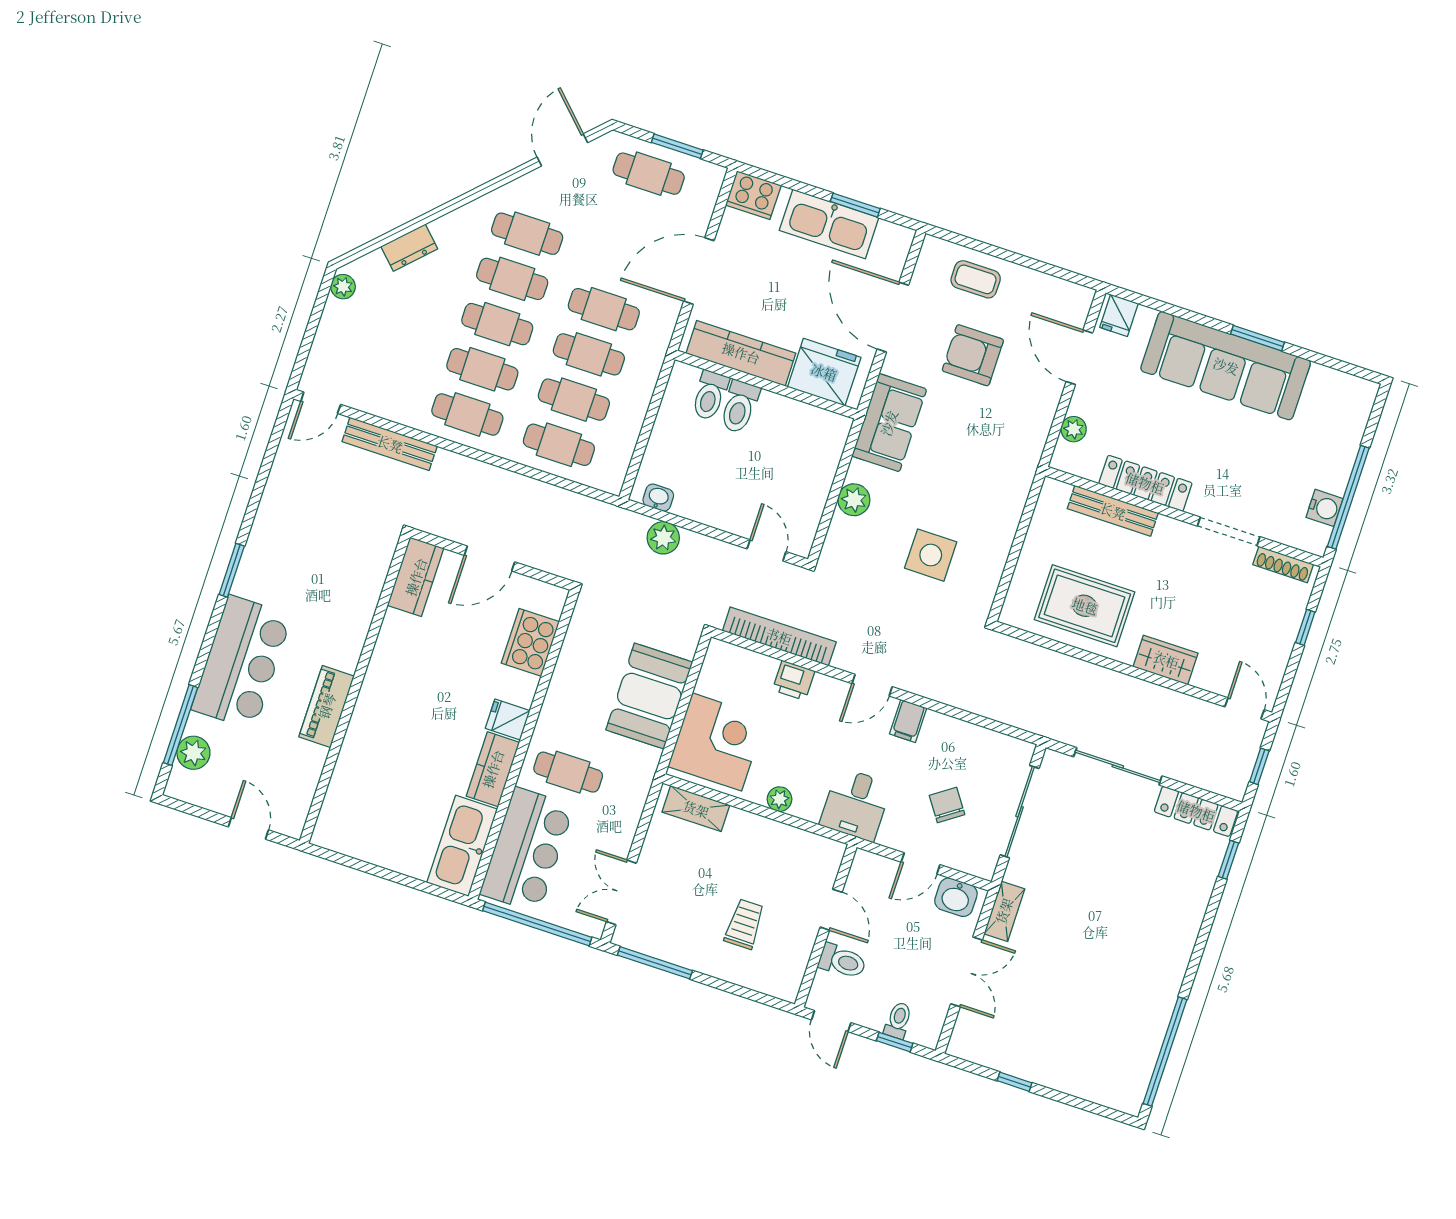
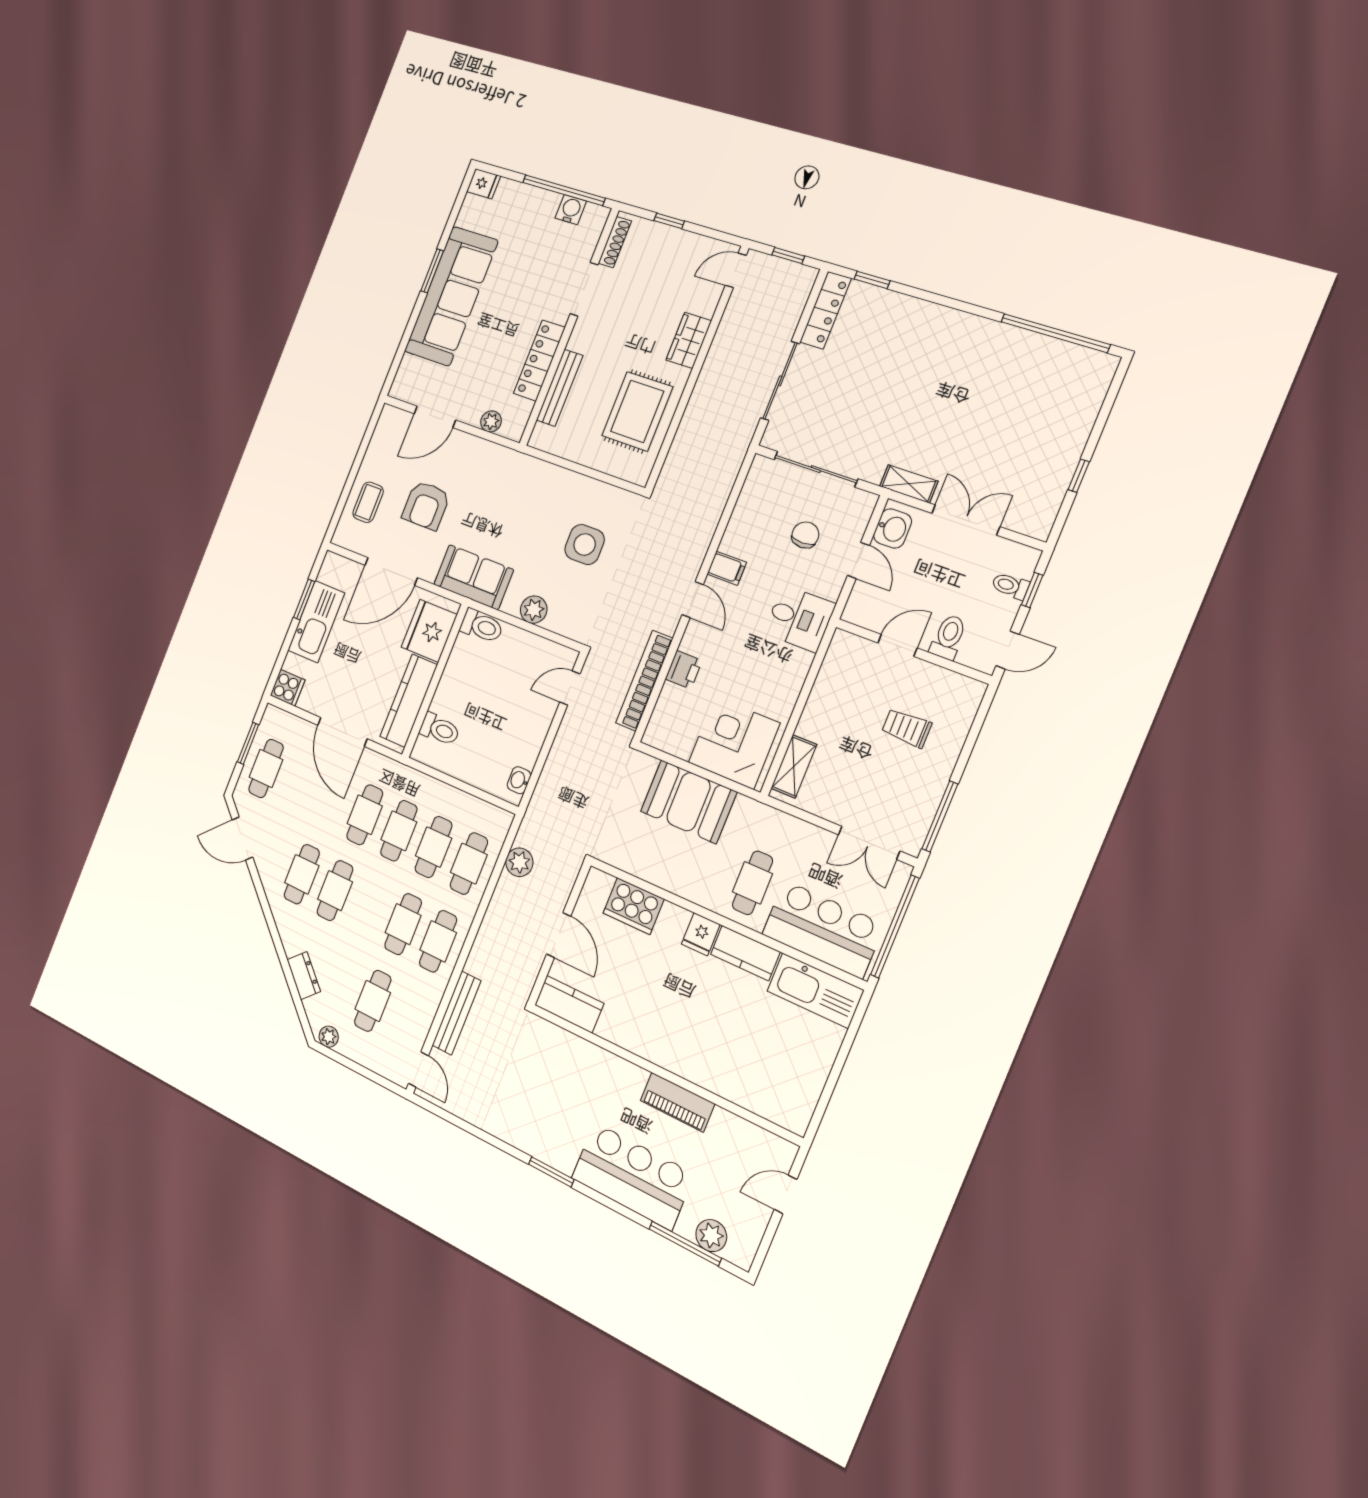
cooker: (753, 195) -> (288, 688), width x0.73
fridge: (1119, 315) -> (484, 184), moved
cafe table: (497, 324) -> (373, 1001), moved
toilet: (739, 407) -> (482, 626), moved
plant: (663, 538) -> (519, 862), moved
plant: (779, 799) -> (790, 688), removed
chair: (947, 805) -> (805, 535), turned 125

